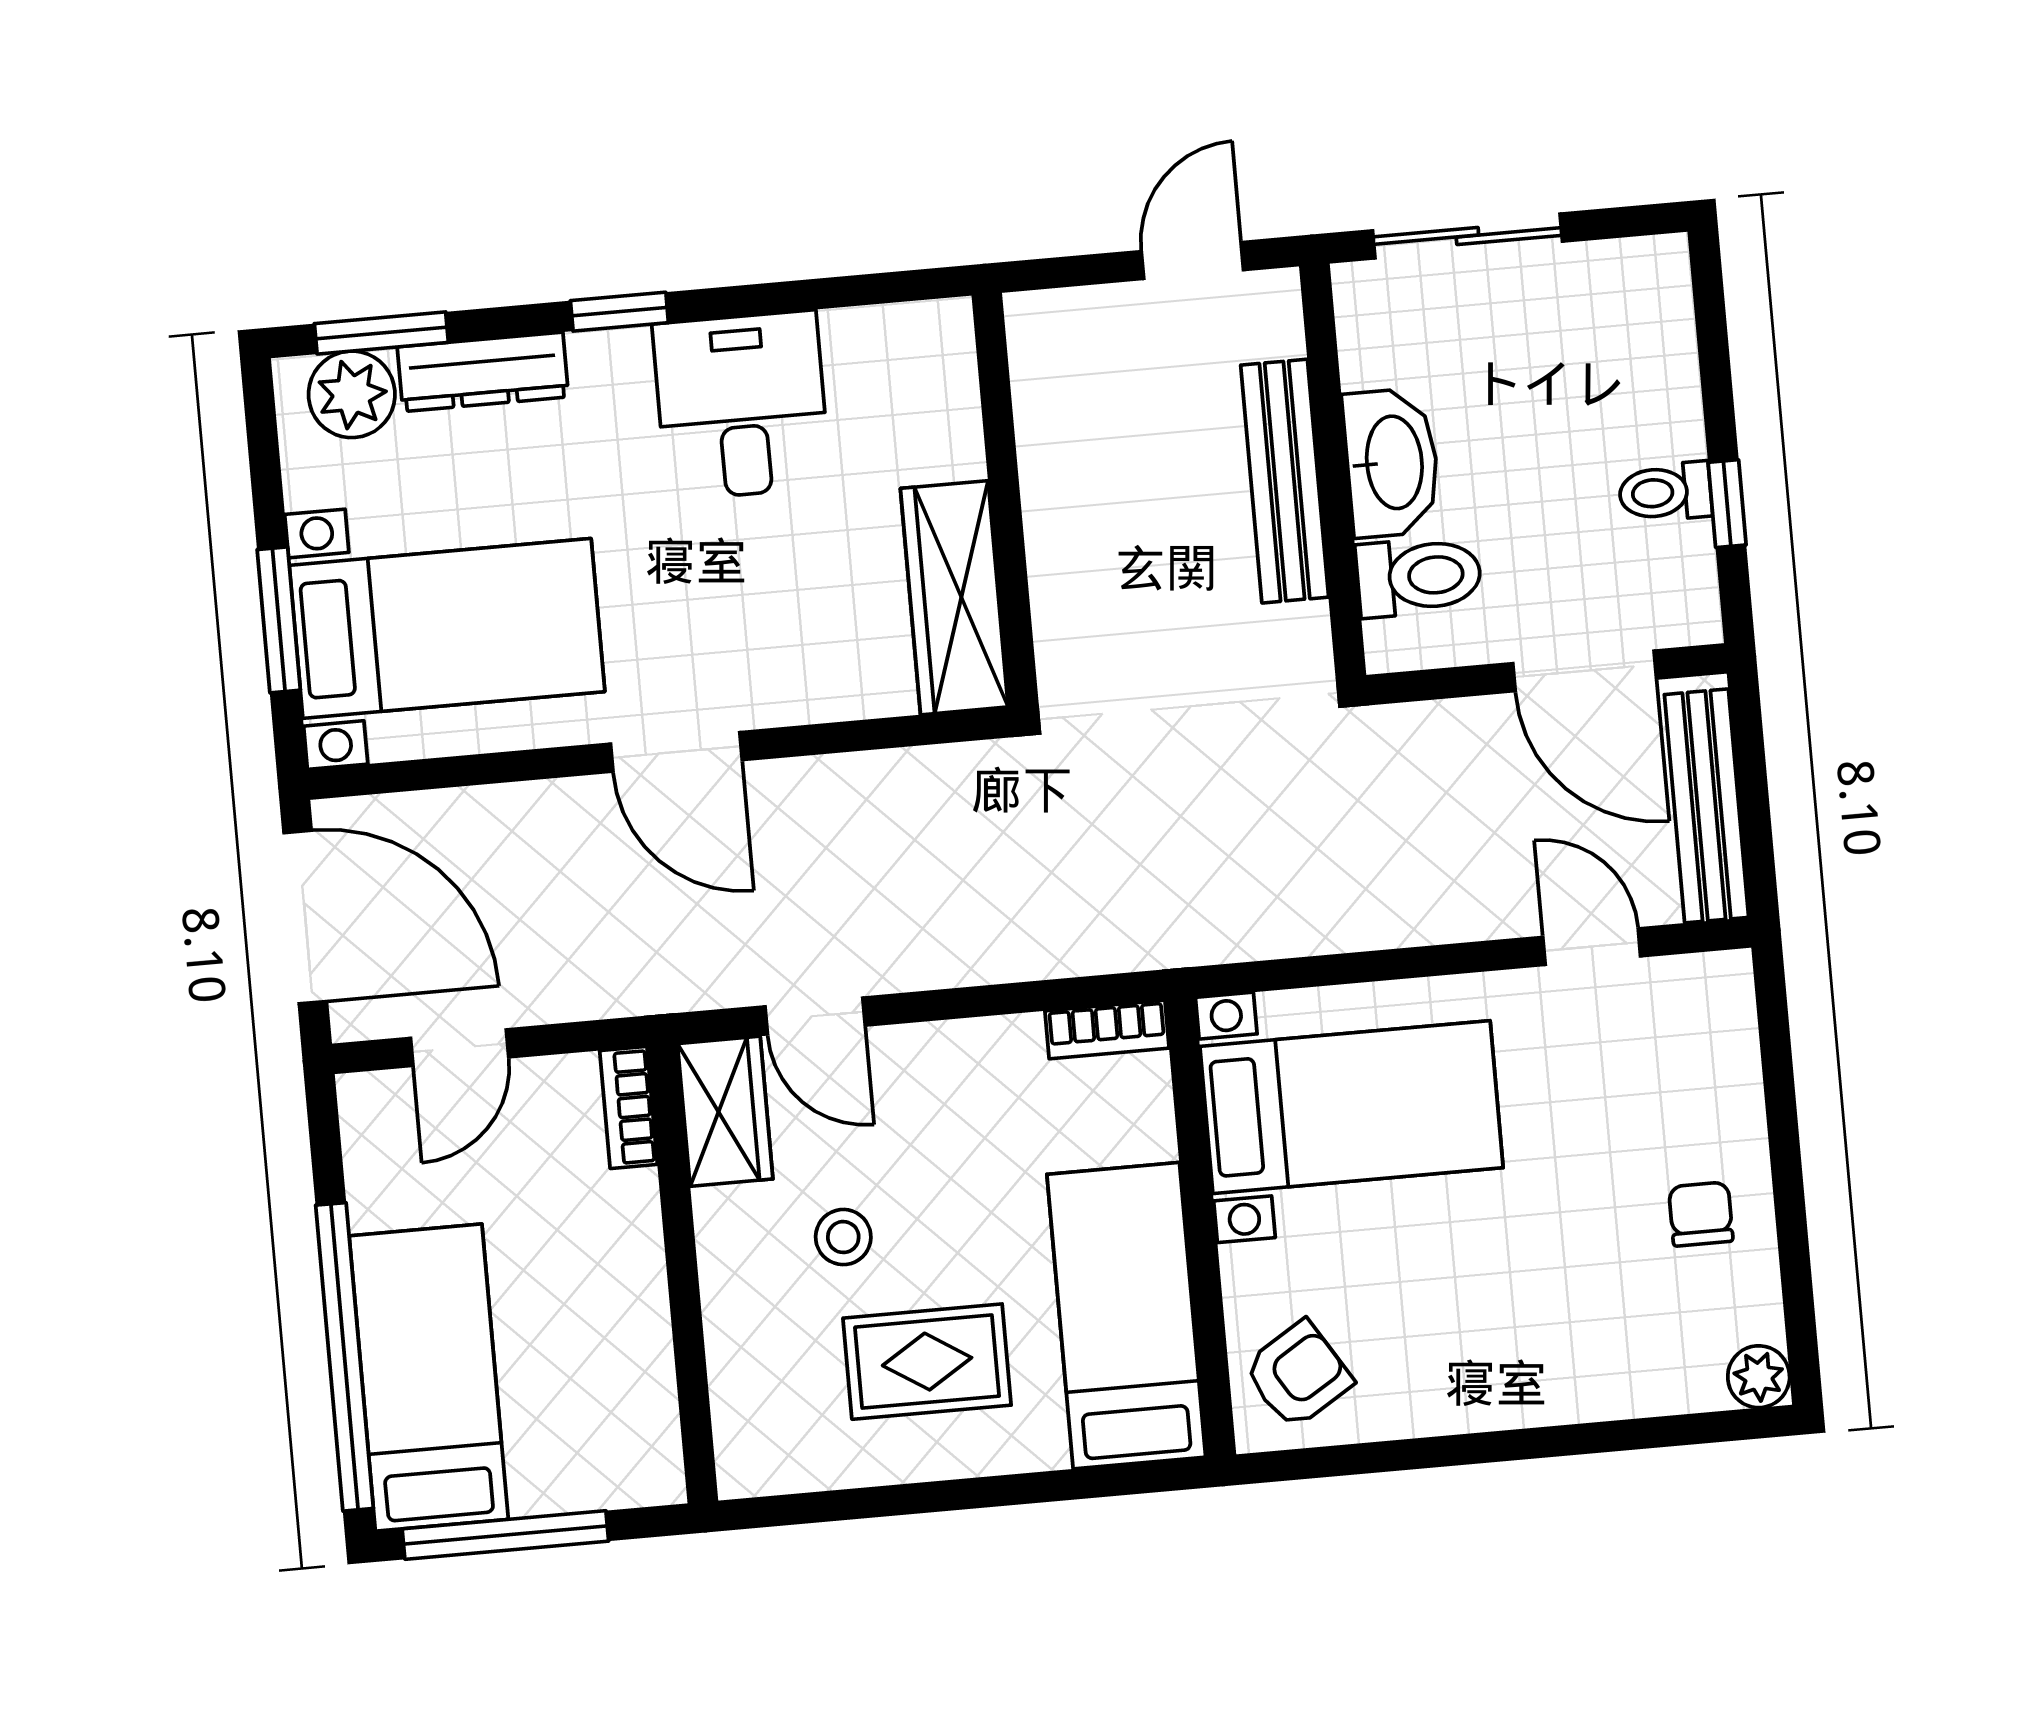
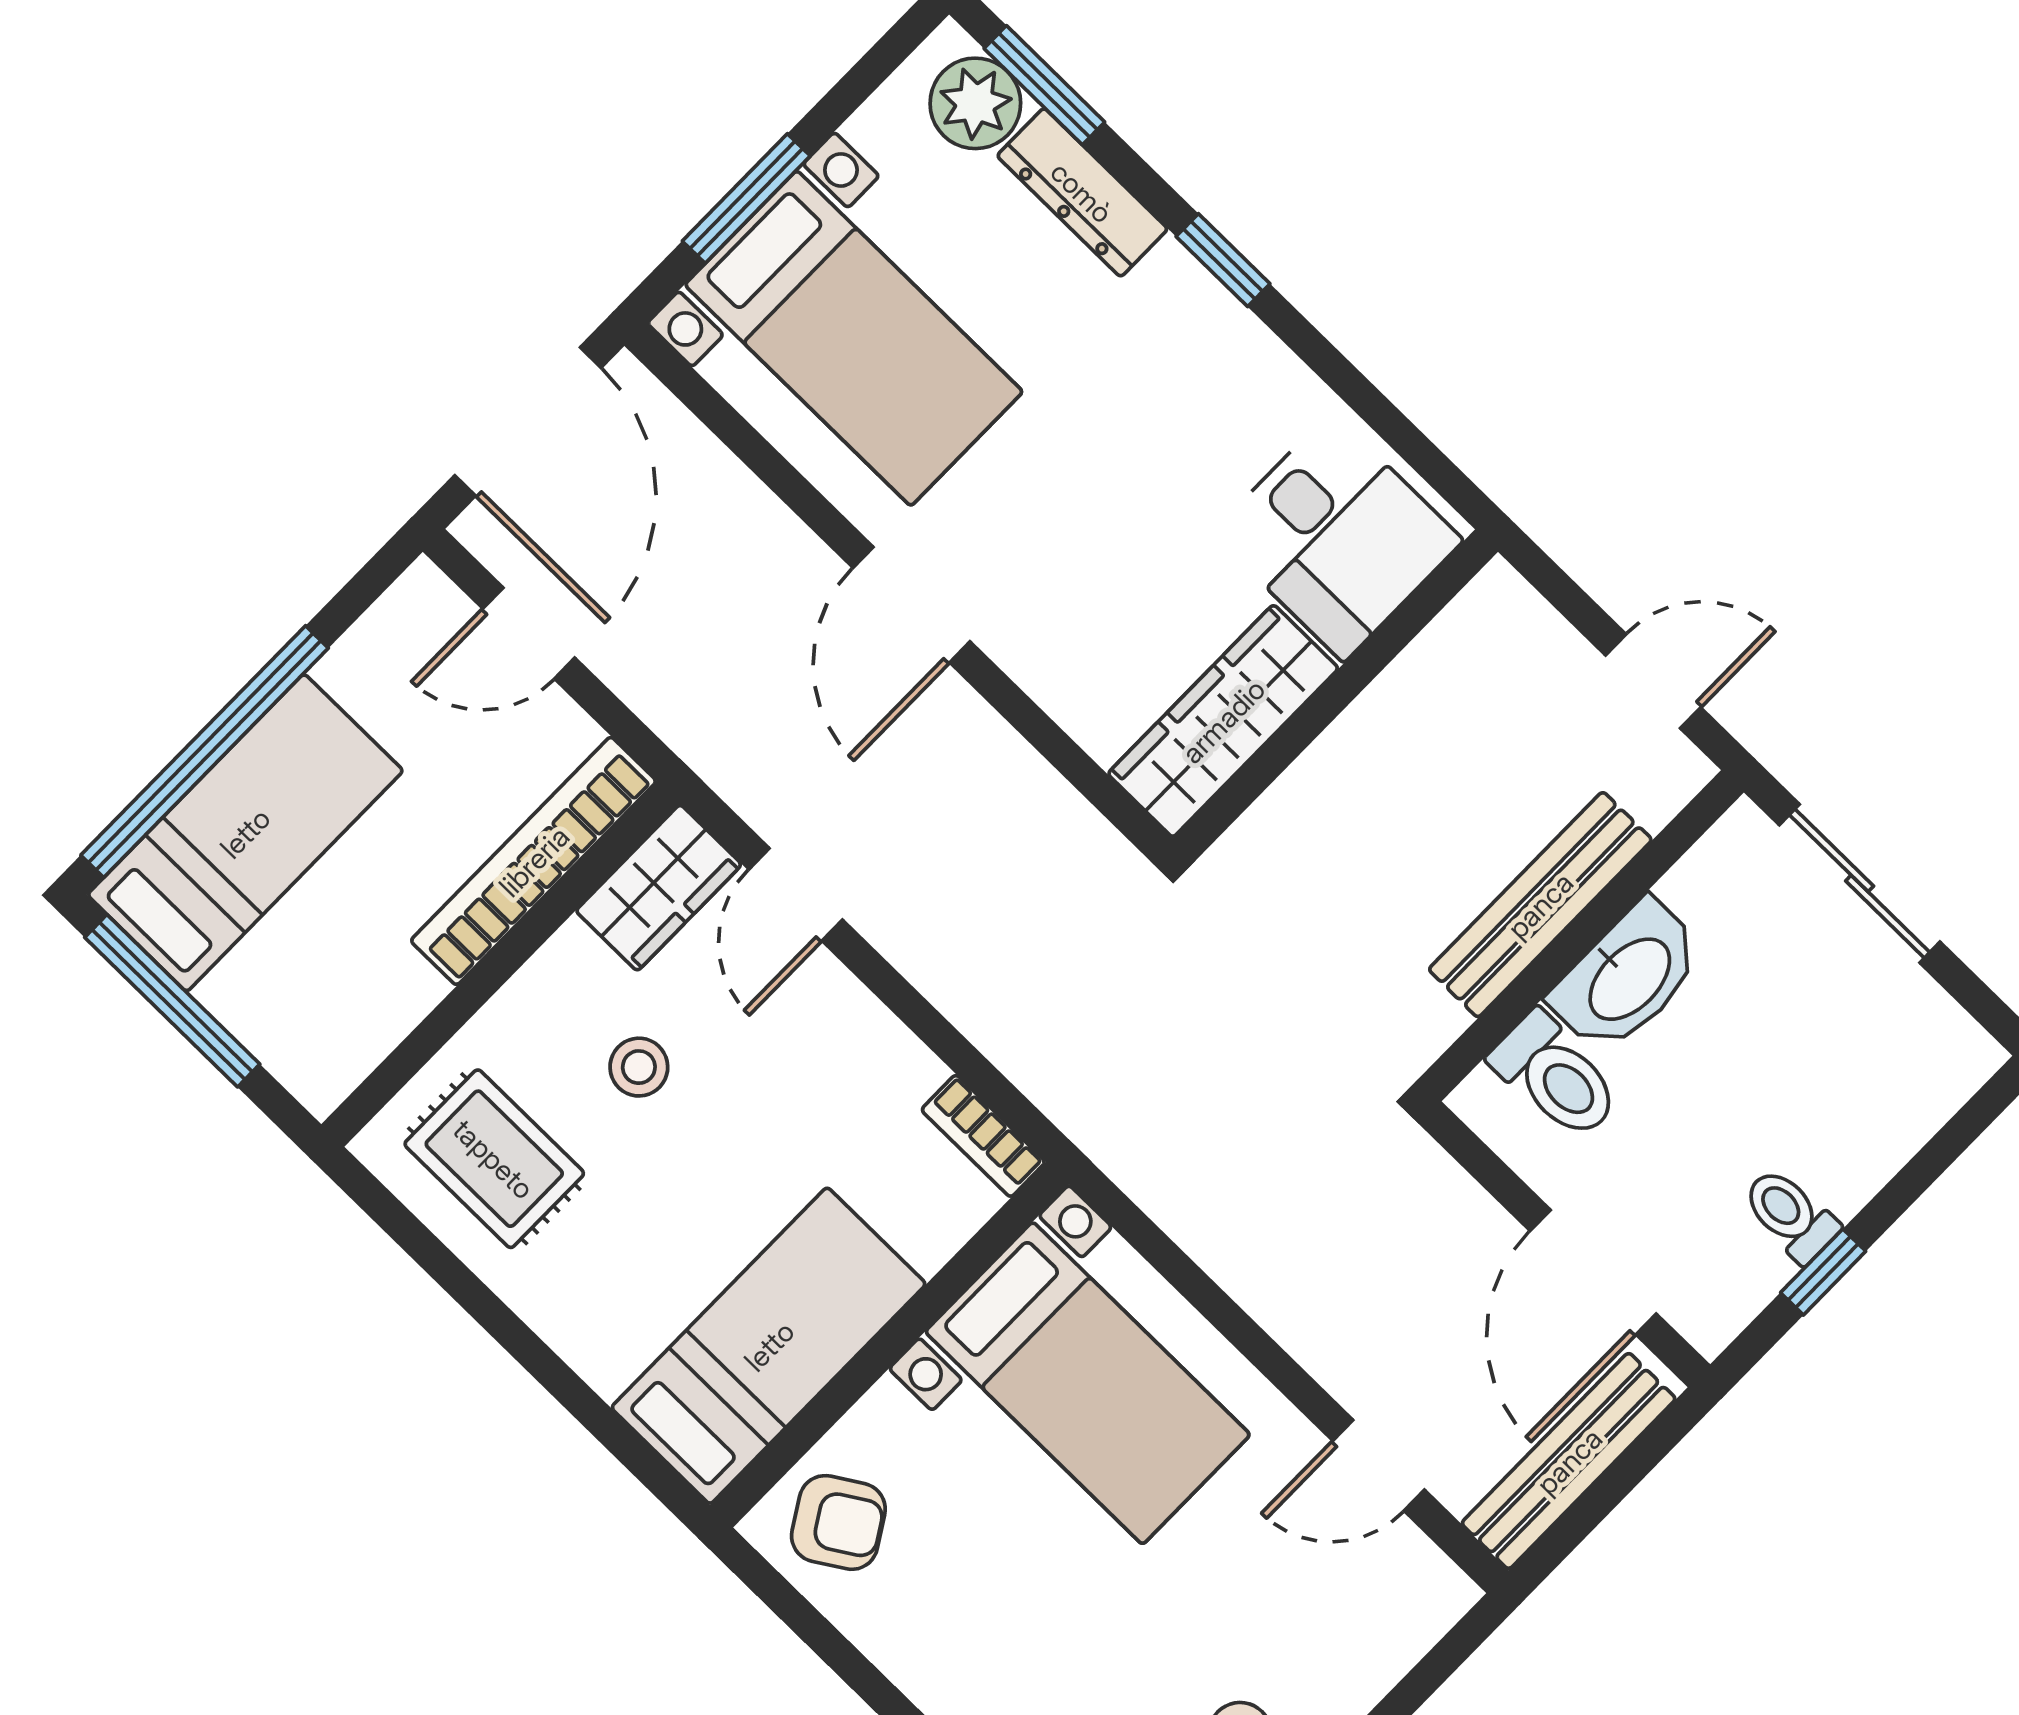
desk: (742, 405) -> (1338, 537), moved, turned 90
door: (1592, 947) -> (1379, 1465), swing flipped
bookcase: (629, 1107) -> (534, 861), width x2.31, depth x1.31
rug: (927, 1362) -> (494, 1159), moved

